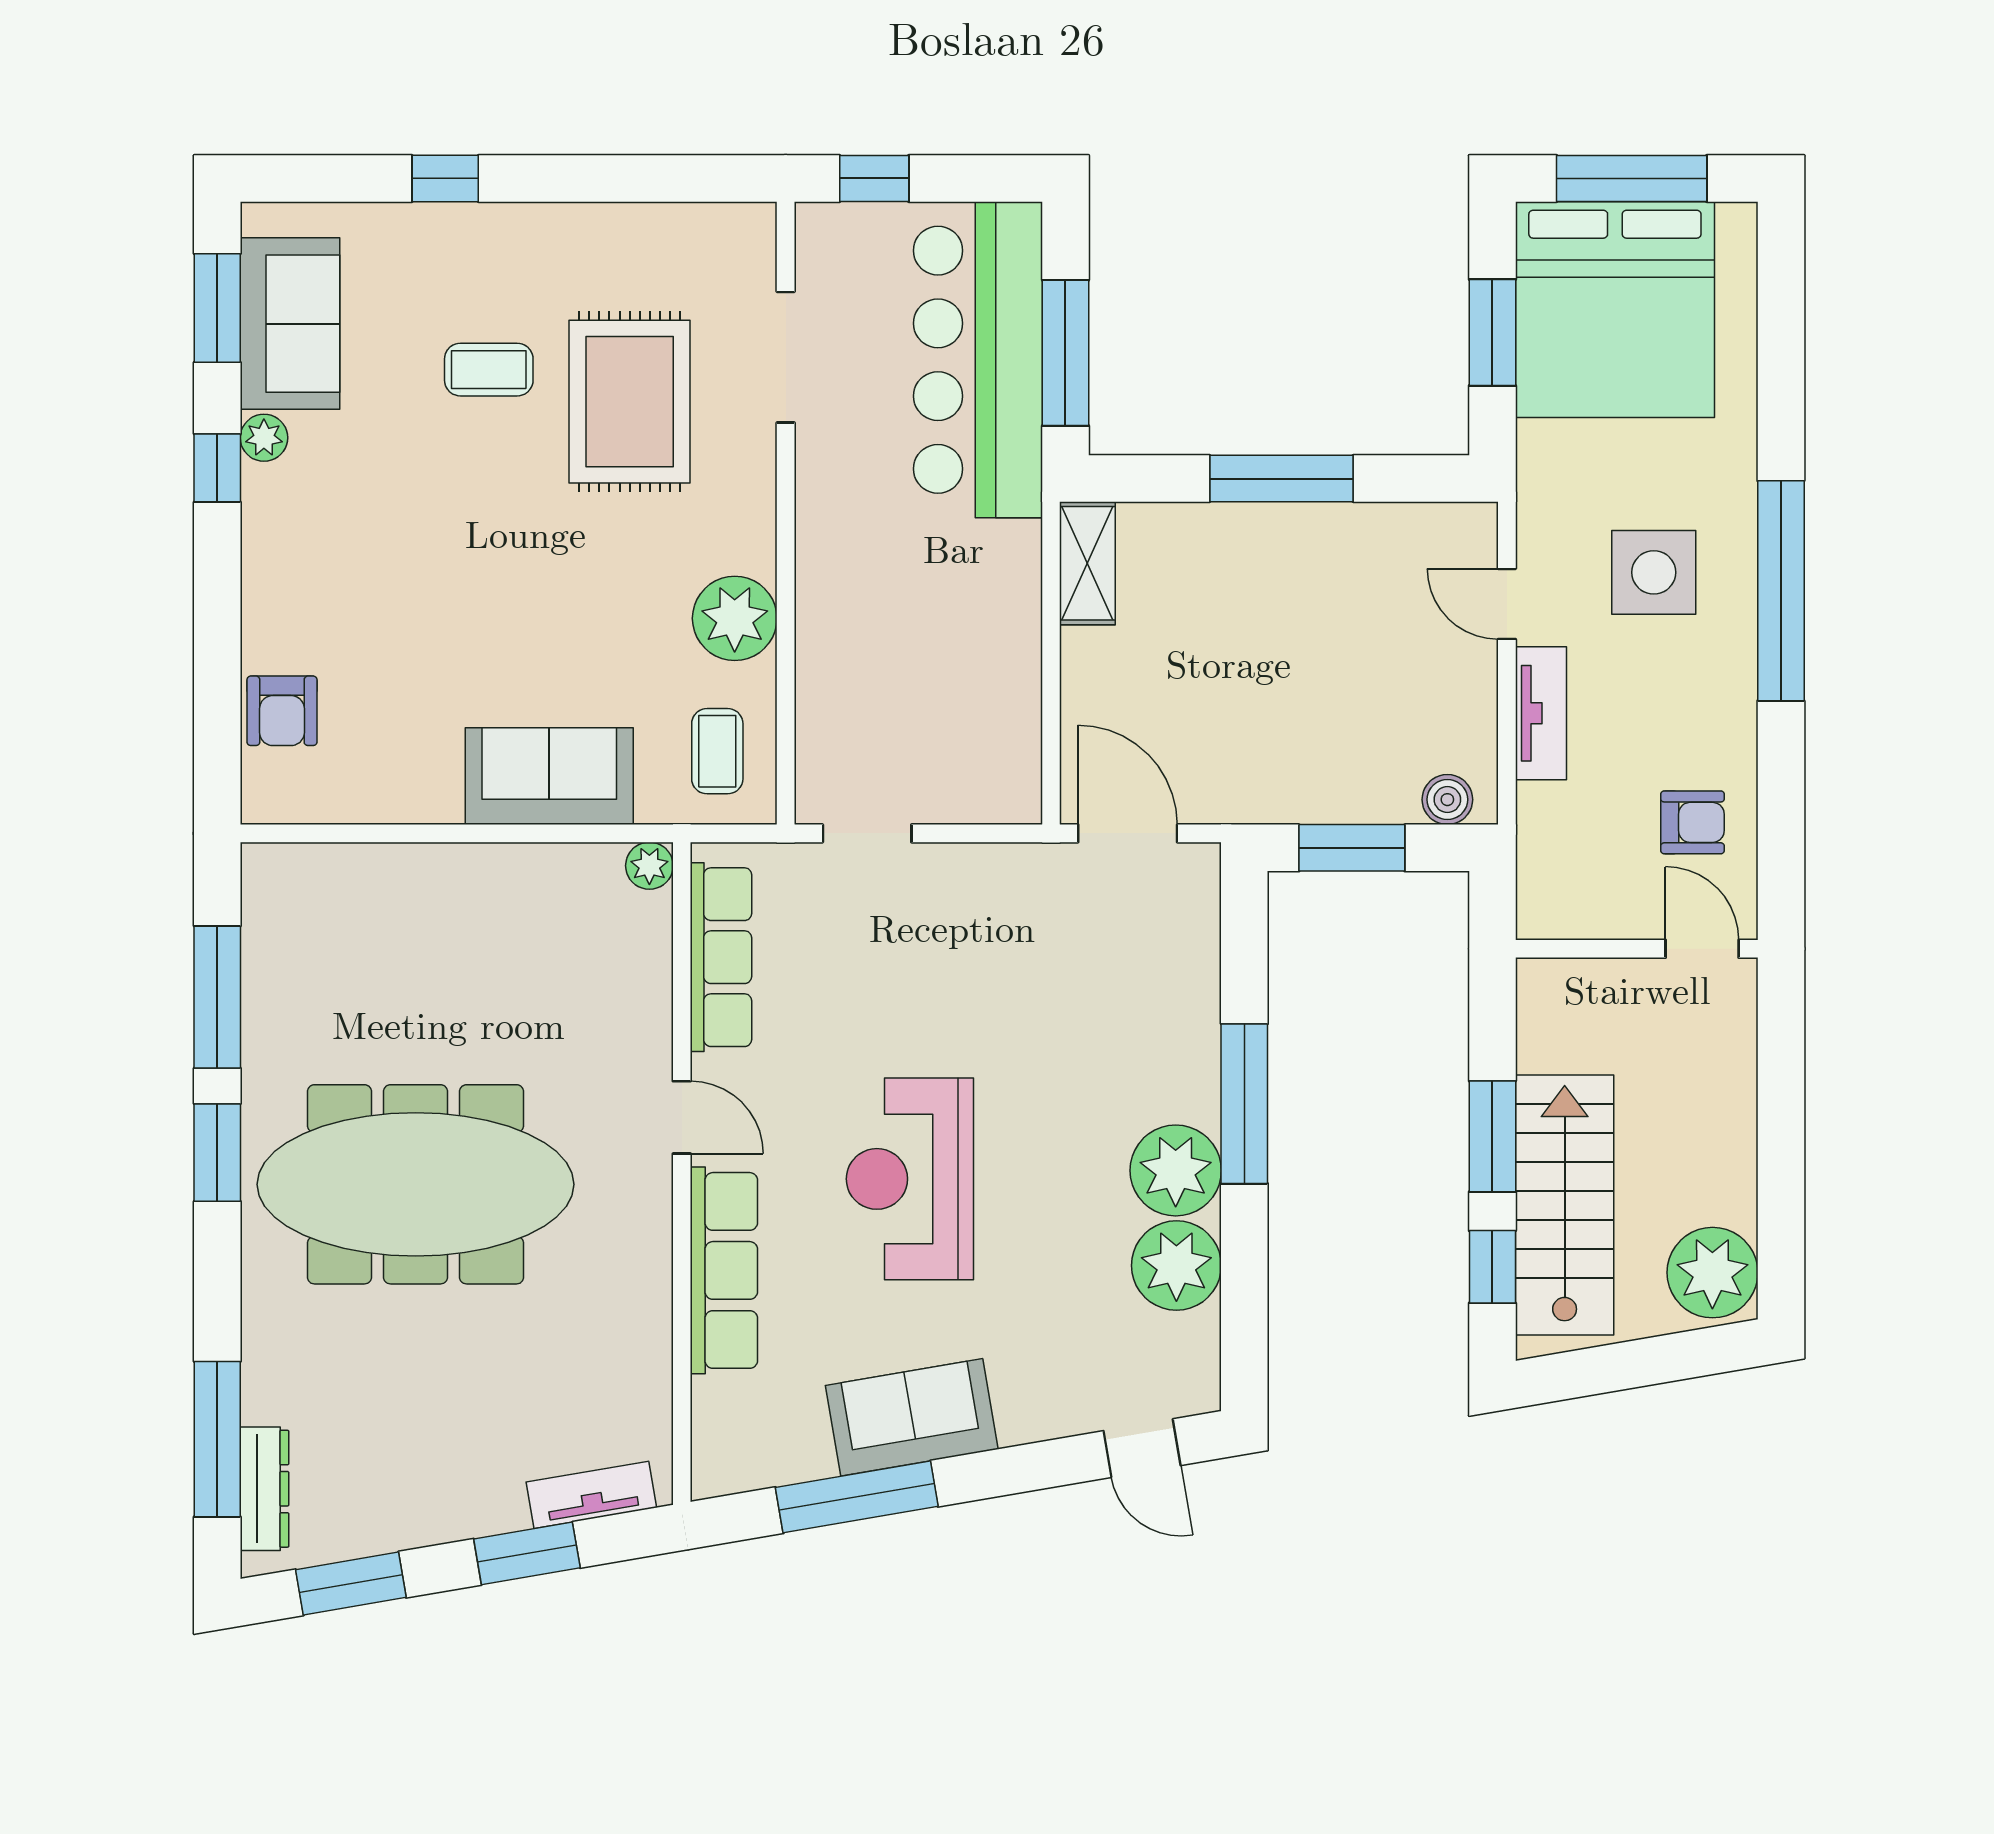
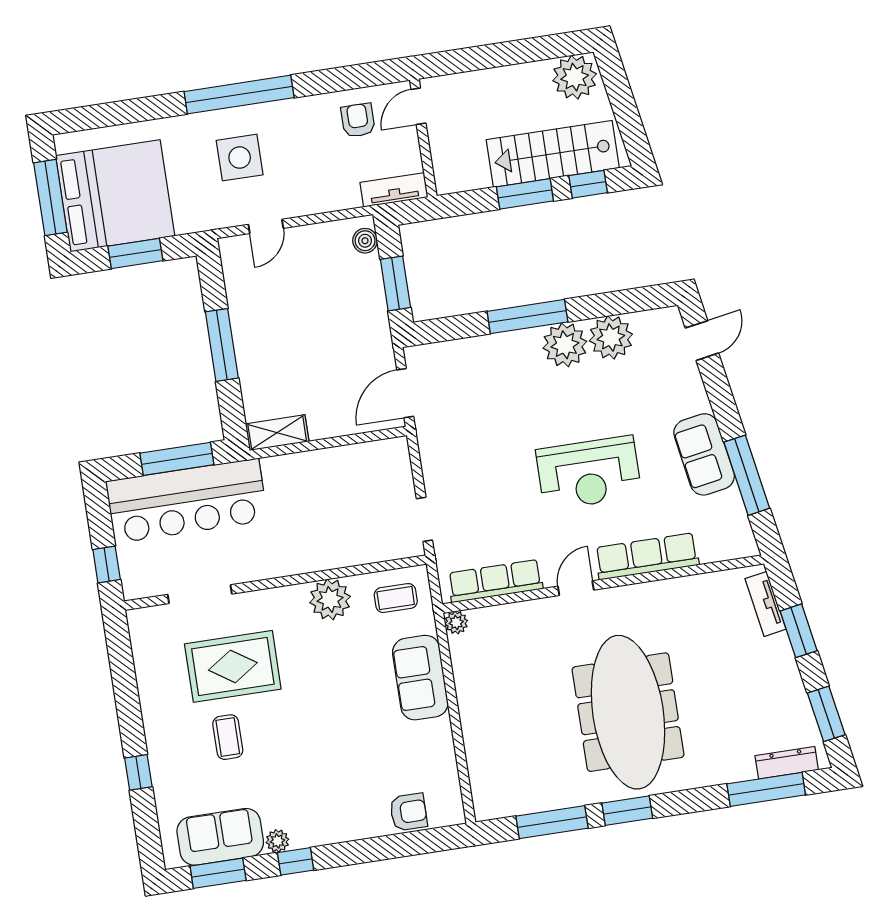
tv unit: (1541, 713) -> (394, 190), moved

